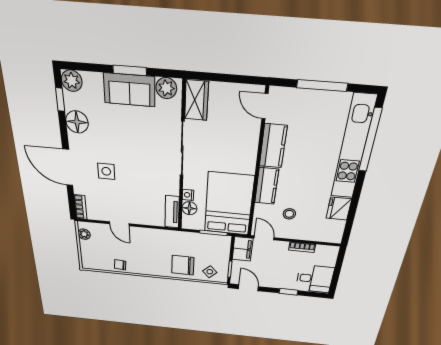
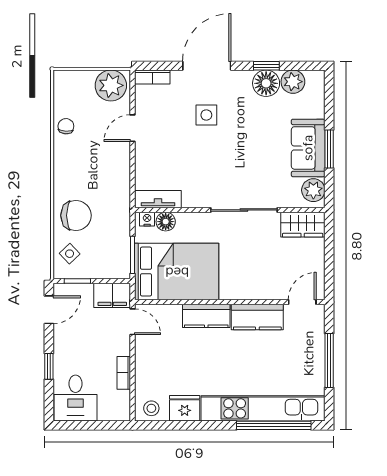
plant: (72, 81) -> (293, 82), moved
window: (60, 100) -> (266, 66), moved
nightstand: (188, 195) -> (147, 219), moved
stool: (289, 214) -> (151, 408), moved
plant: (84, 234) -> (111, 85), width x1.88, depth x1.88
door: (264, 238) -> (133, 322), hinge flipped
chair: (183, 265) -> (76, 215), turned 90

